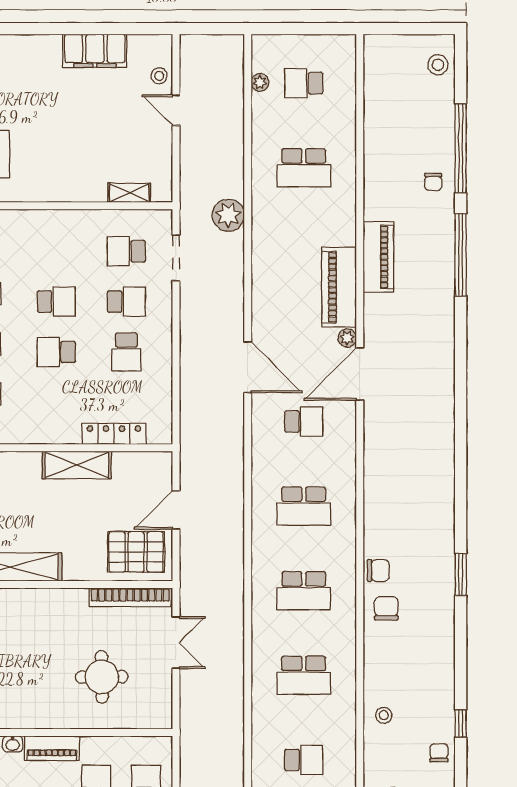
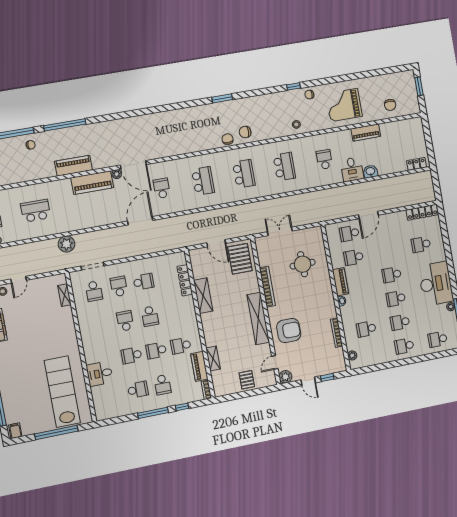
school desk: (304, 168) -> (36, 211), turned -90
bookcase: (130, 597) -> (267, 287), moved

